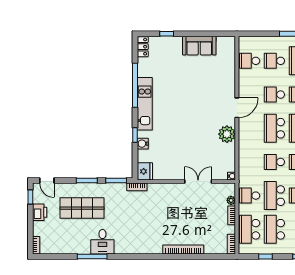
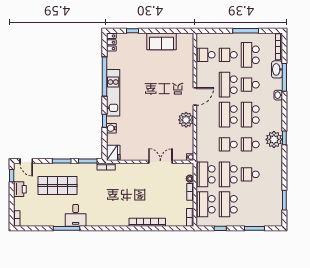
school desk: (274, 95) -> (228, 85), width x1.85
school desk: (250, 196) -> (206, 174), width x1.85

